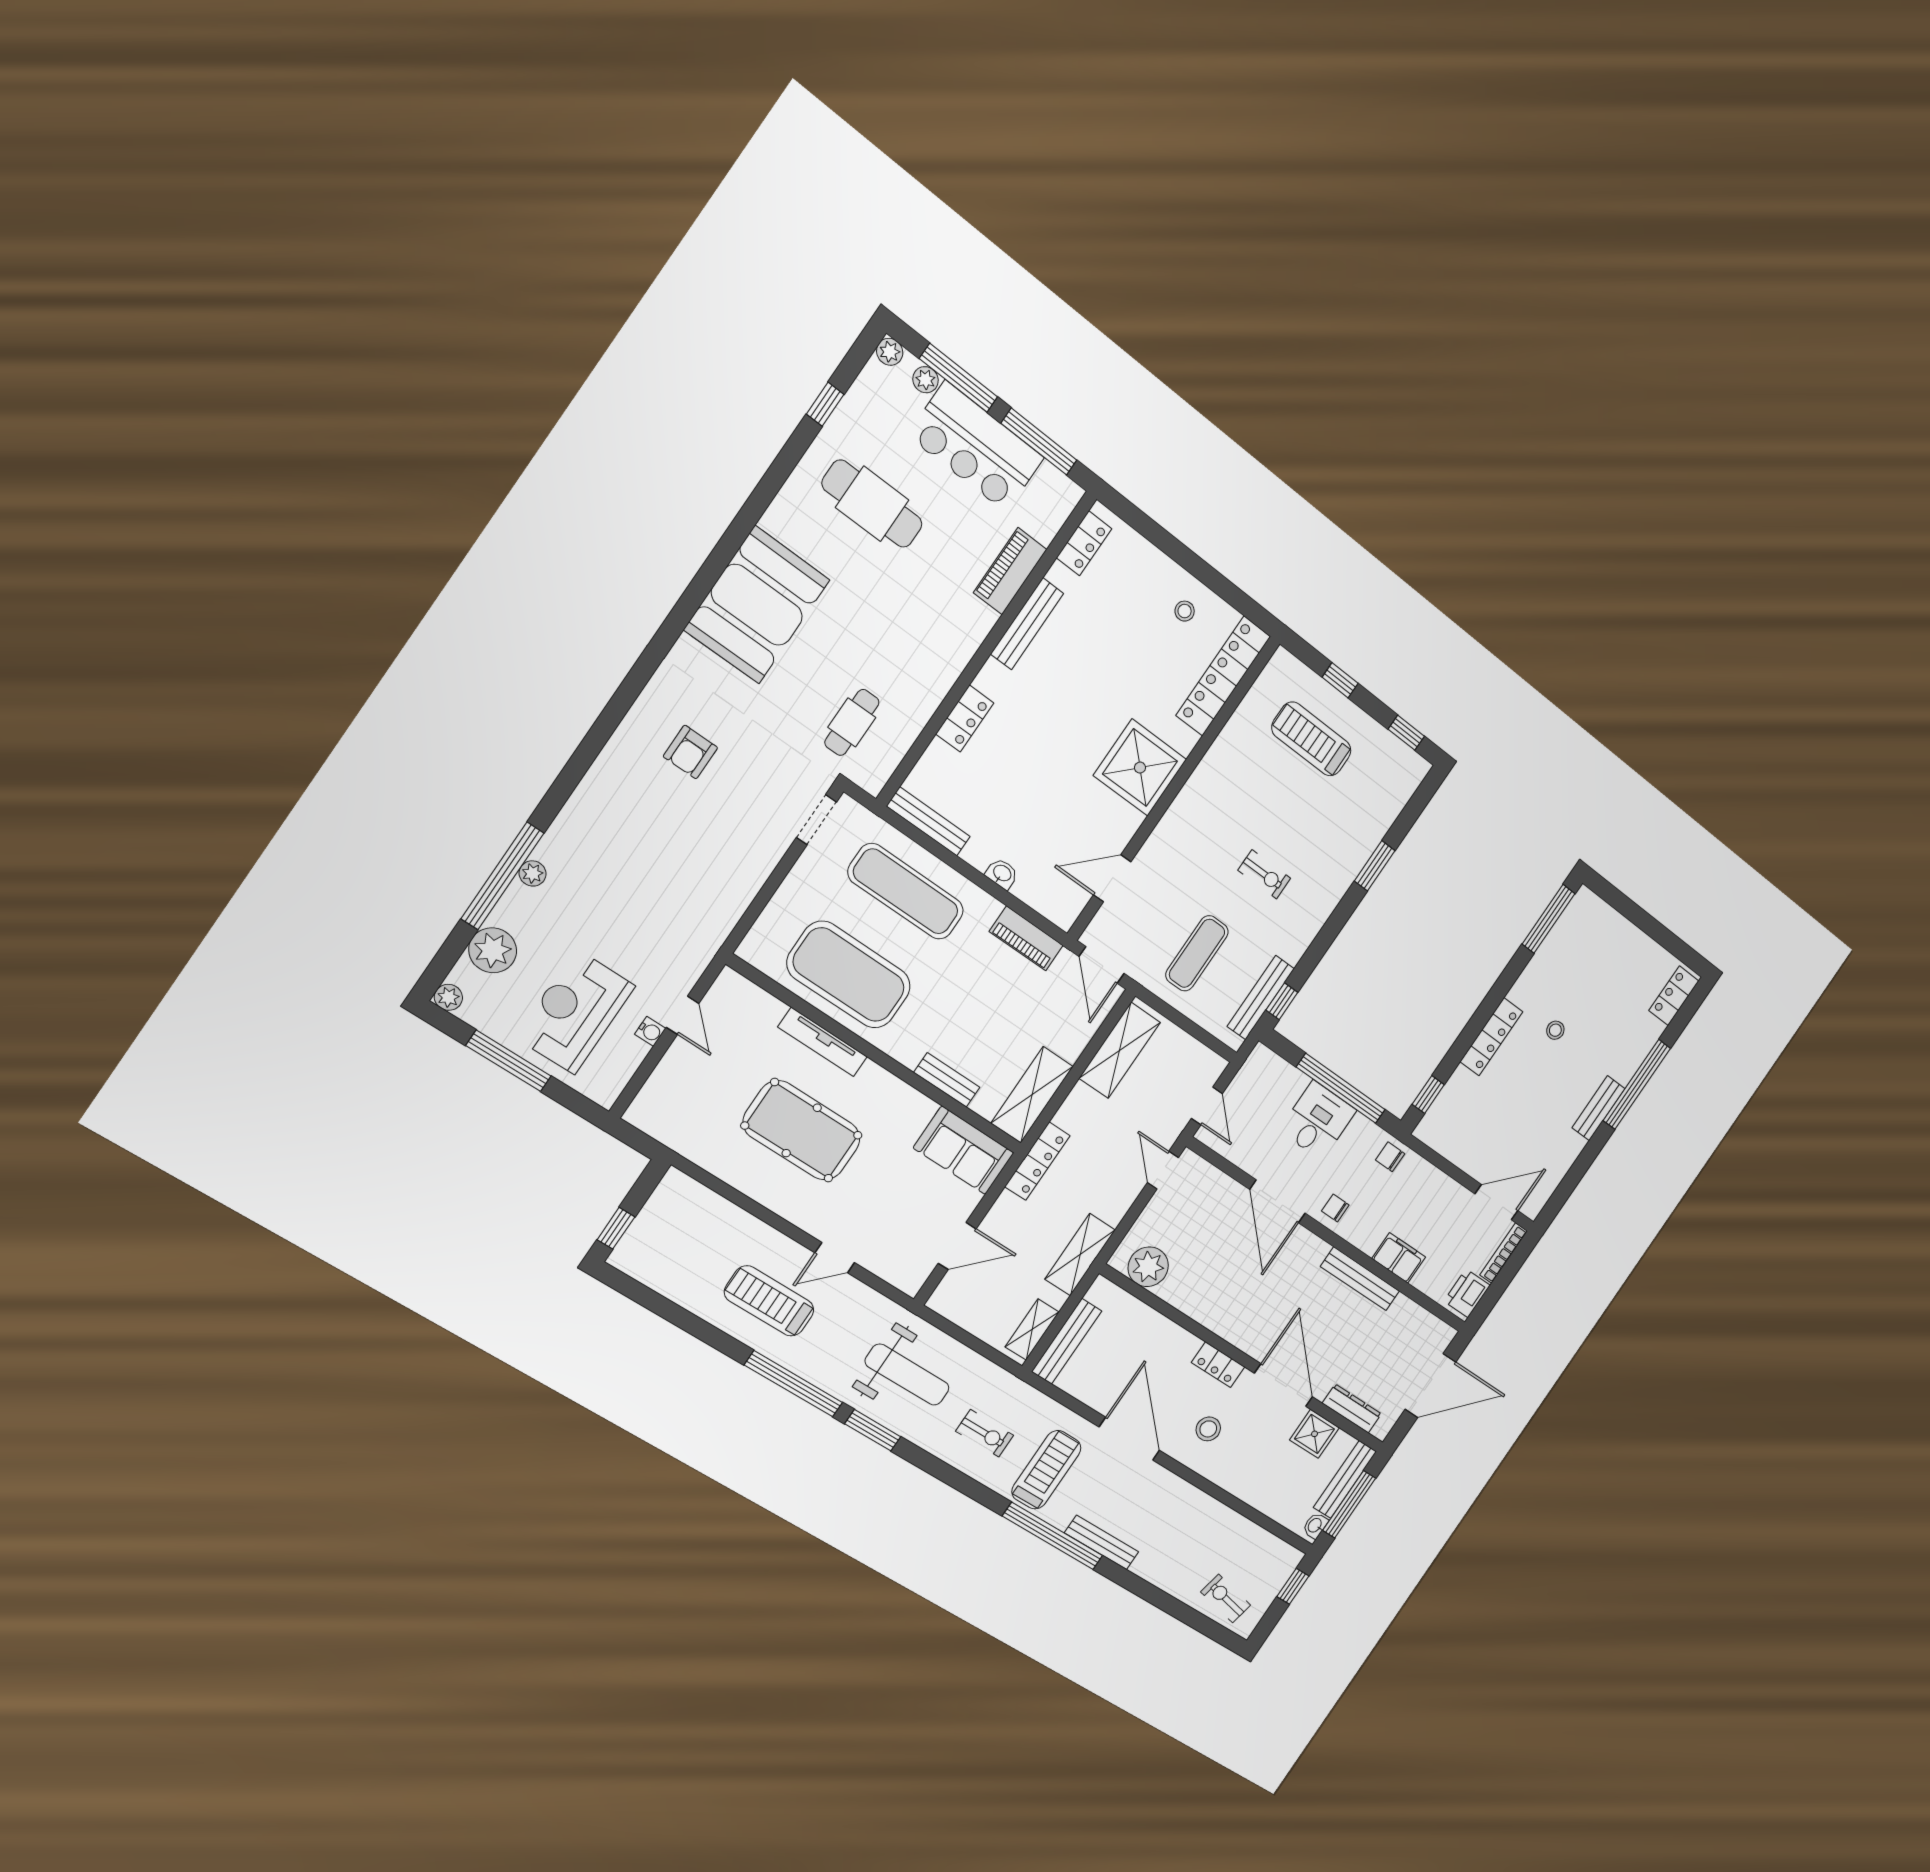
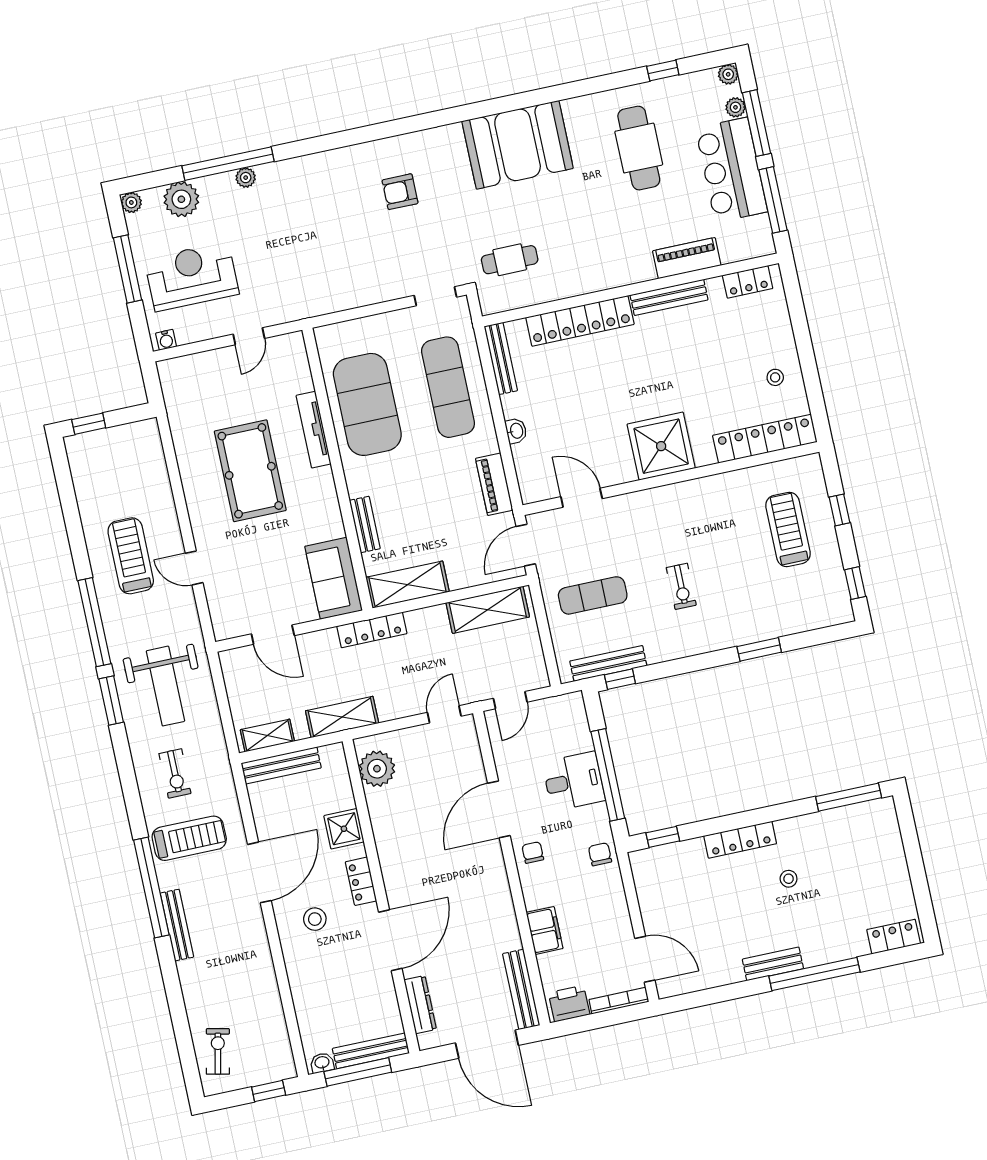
locker: (965, 718) -> (580, 321), width x2.16, depth x1.21
water cooler: (650, 1031) -> (166, 340), moved
bench: (1360, 1279) -> (521, 989), moved
shower: (1314, 1434) -> (344, 829), moved

